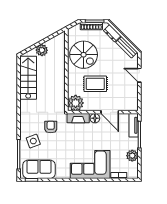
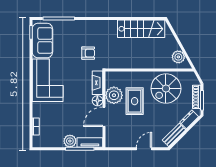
plant: (42, 50) -> (178, 57), moved
plant: (76, 103) -> (114, 95), moved
side table: (33, 141) -> (73, 34), removed
plant: (132, 156) -> (70, 141), moved
corner sofa: (90, 165) -> (48, 80), moved

